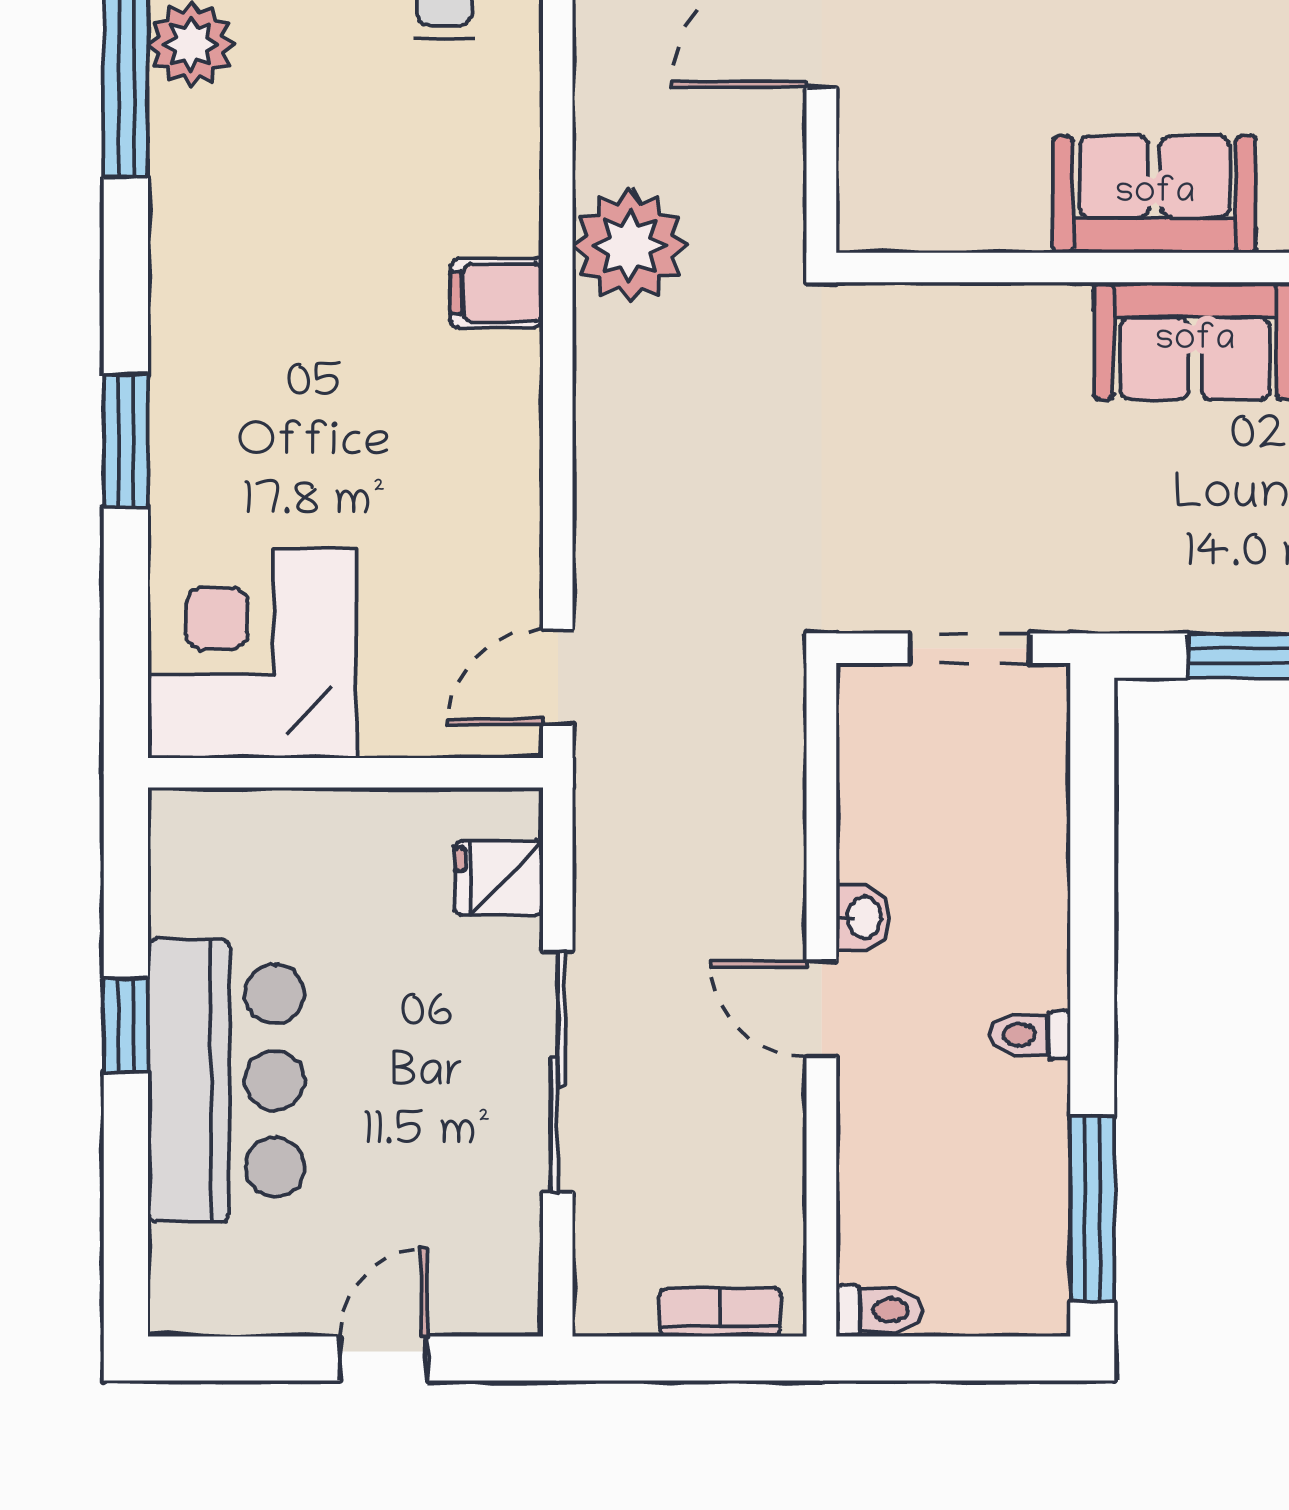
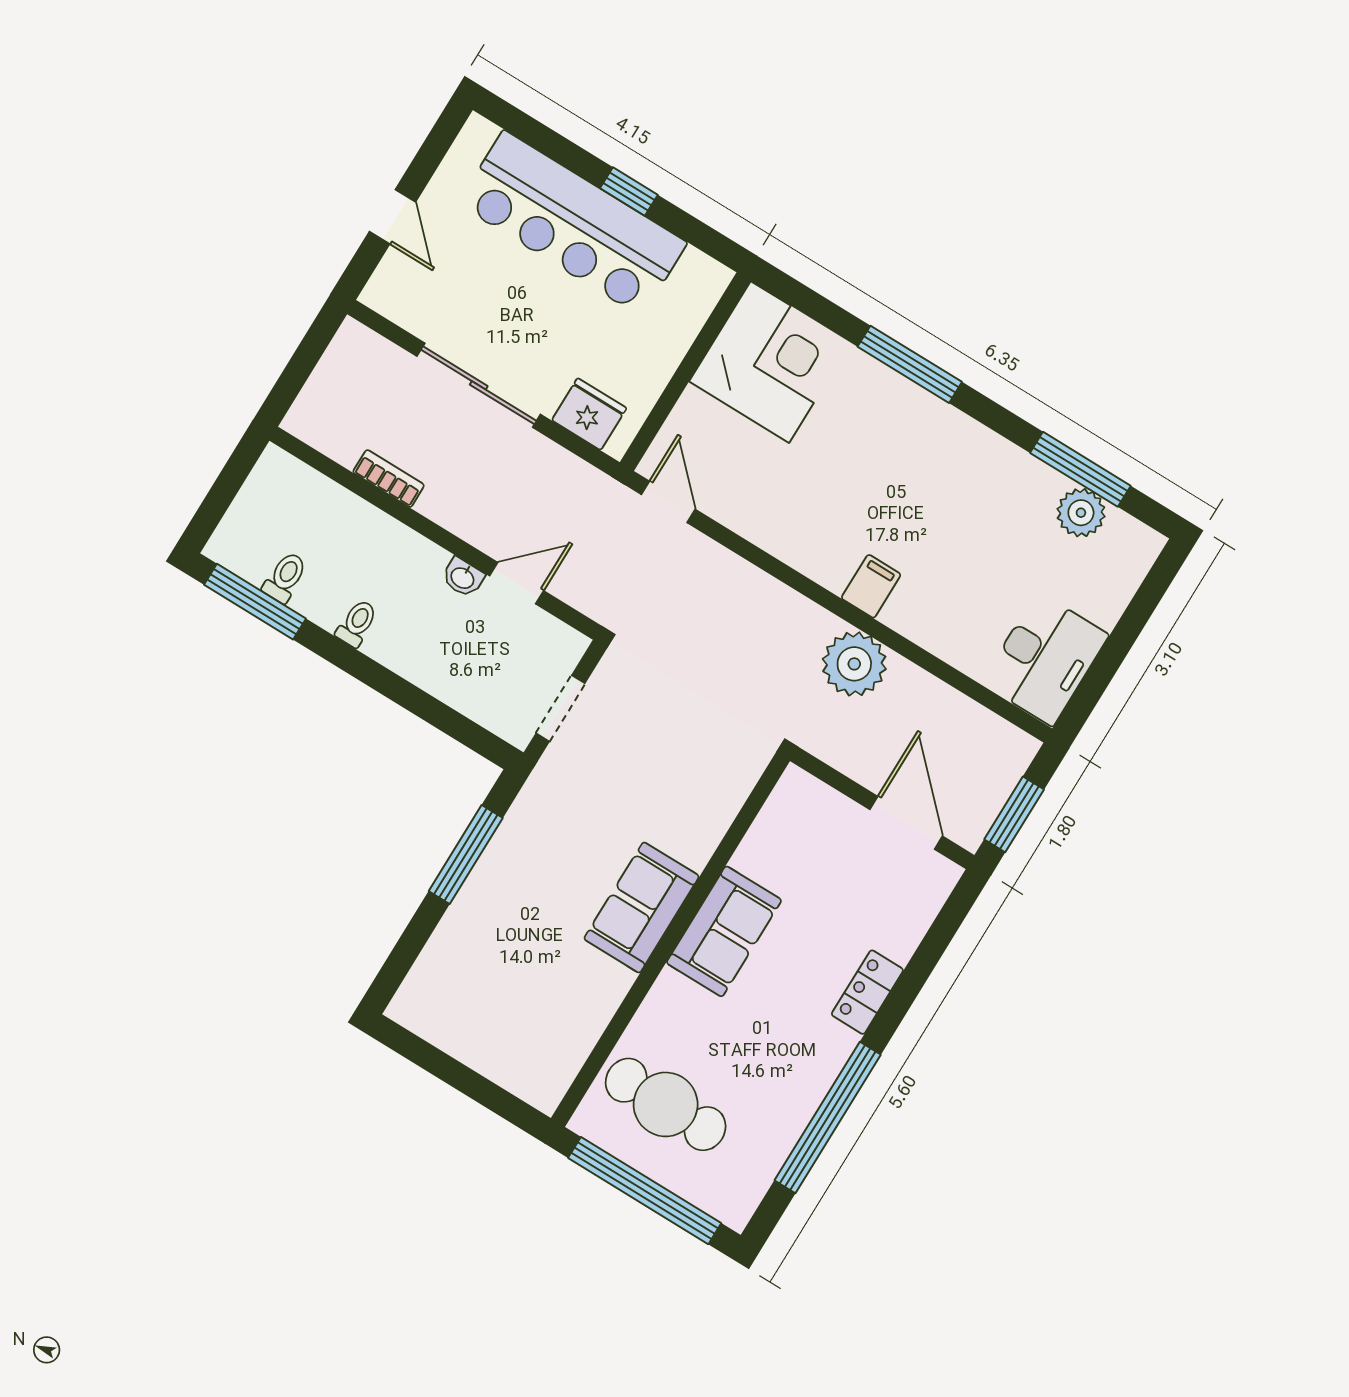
window: (126, 441) -> (910, 364), width x1.44
fridge: (499, 878) -> (589, 414), width x1.38
door: (821, 1009) -> (517, 583), moved
bar counter: (226, 1081) -> (573, 223), width x1.36
toilet: (879, 1310) -> (285, 577), moved, turned 180
bookcase: (720, 1312) -> (389, 479), moved, turned -90

